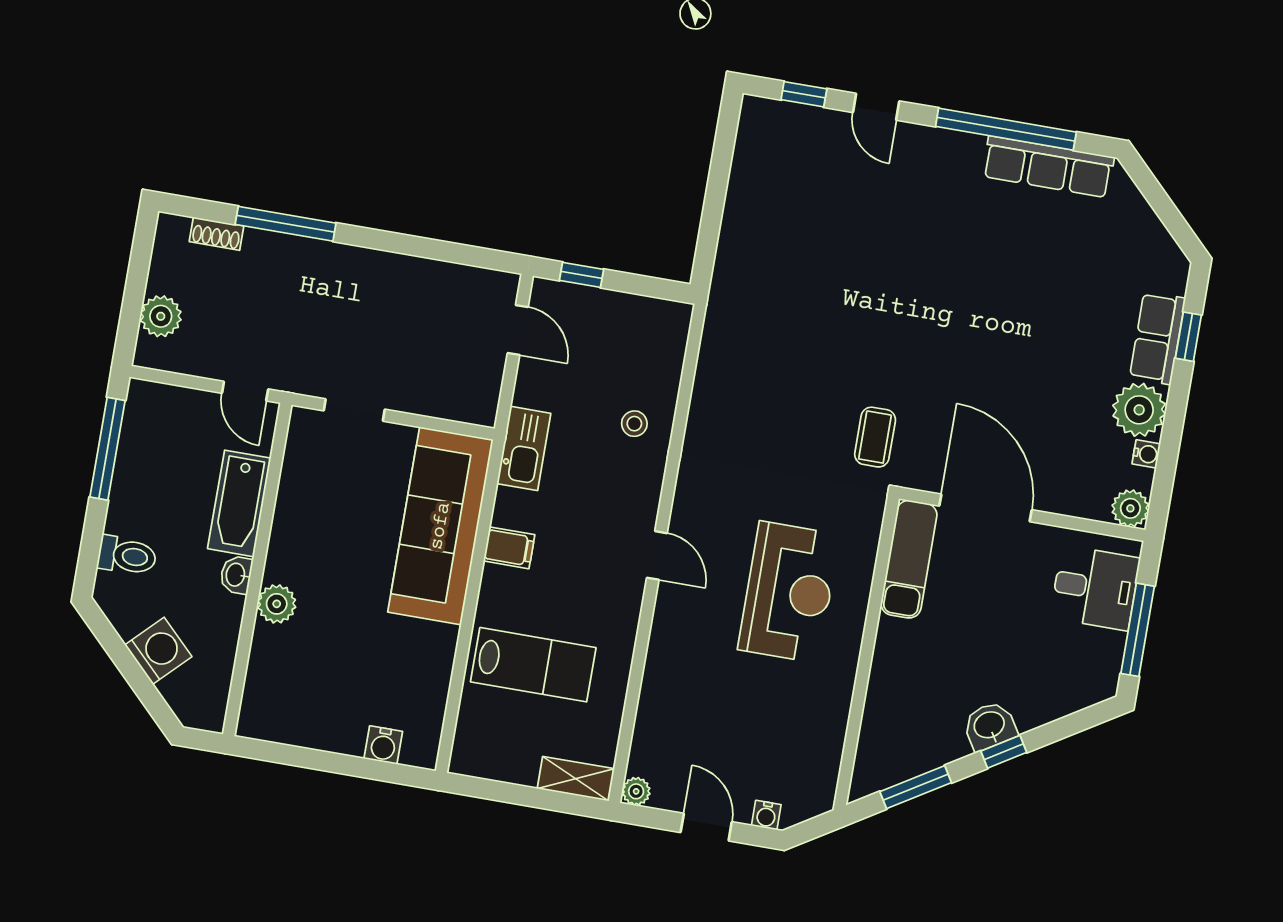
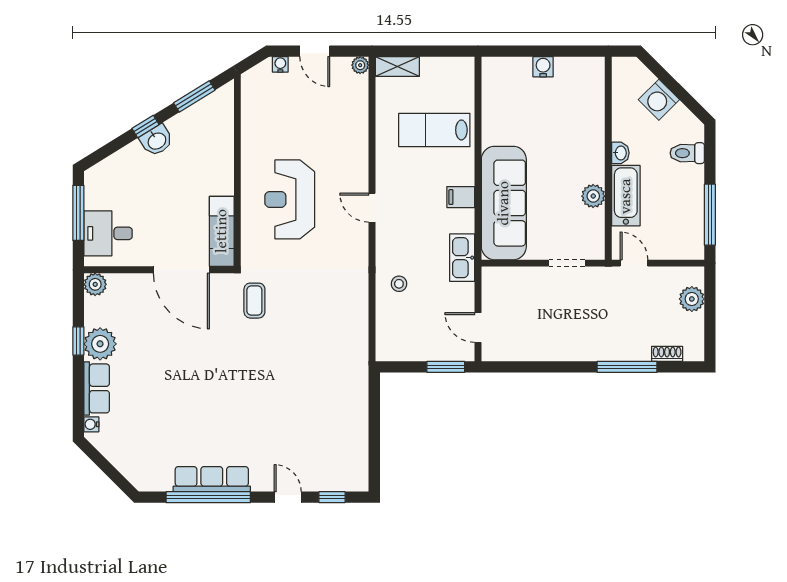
row of seats: (1048, 167) -> (212, 479), moved
window: (581, 275) -> (446, 367), width x1.50
window: (1188, 337) -> (78, 341), moved
water cooler: (1146, 454) -> (91, 424), moved
plant: (277, 604) -> (593, 196), moved
water cooler: (383, 745) -> (543, 67), moved

